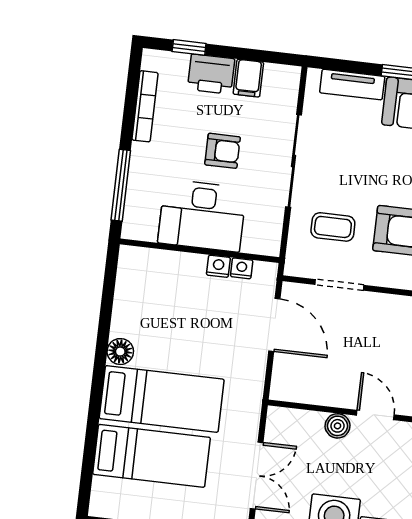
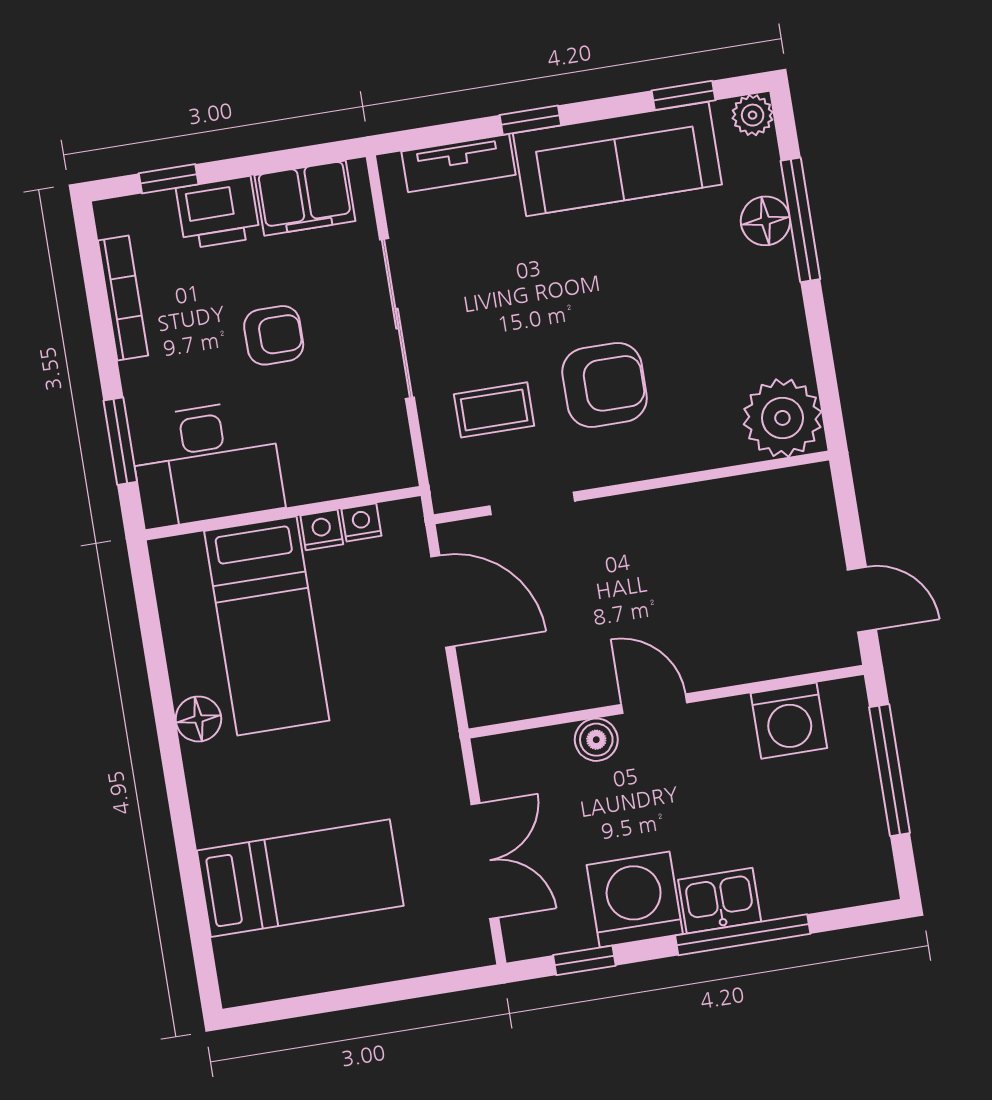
filing cabinet: (248, 78) -> (305, 198), width x2.00
window: (121, 185) -> (120, 441), width x0.69
desk: (202, 216) -> (206, 464), moved
bed: (162, 399) -> (267, 626), moved, turned 90

